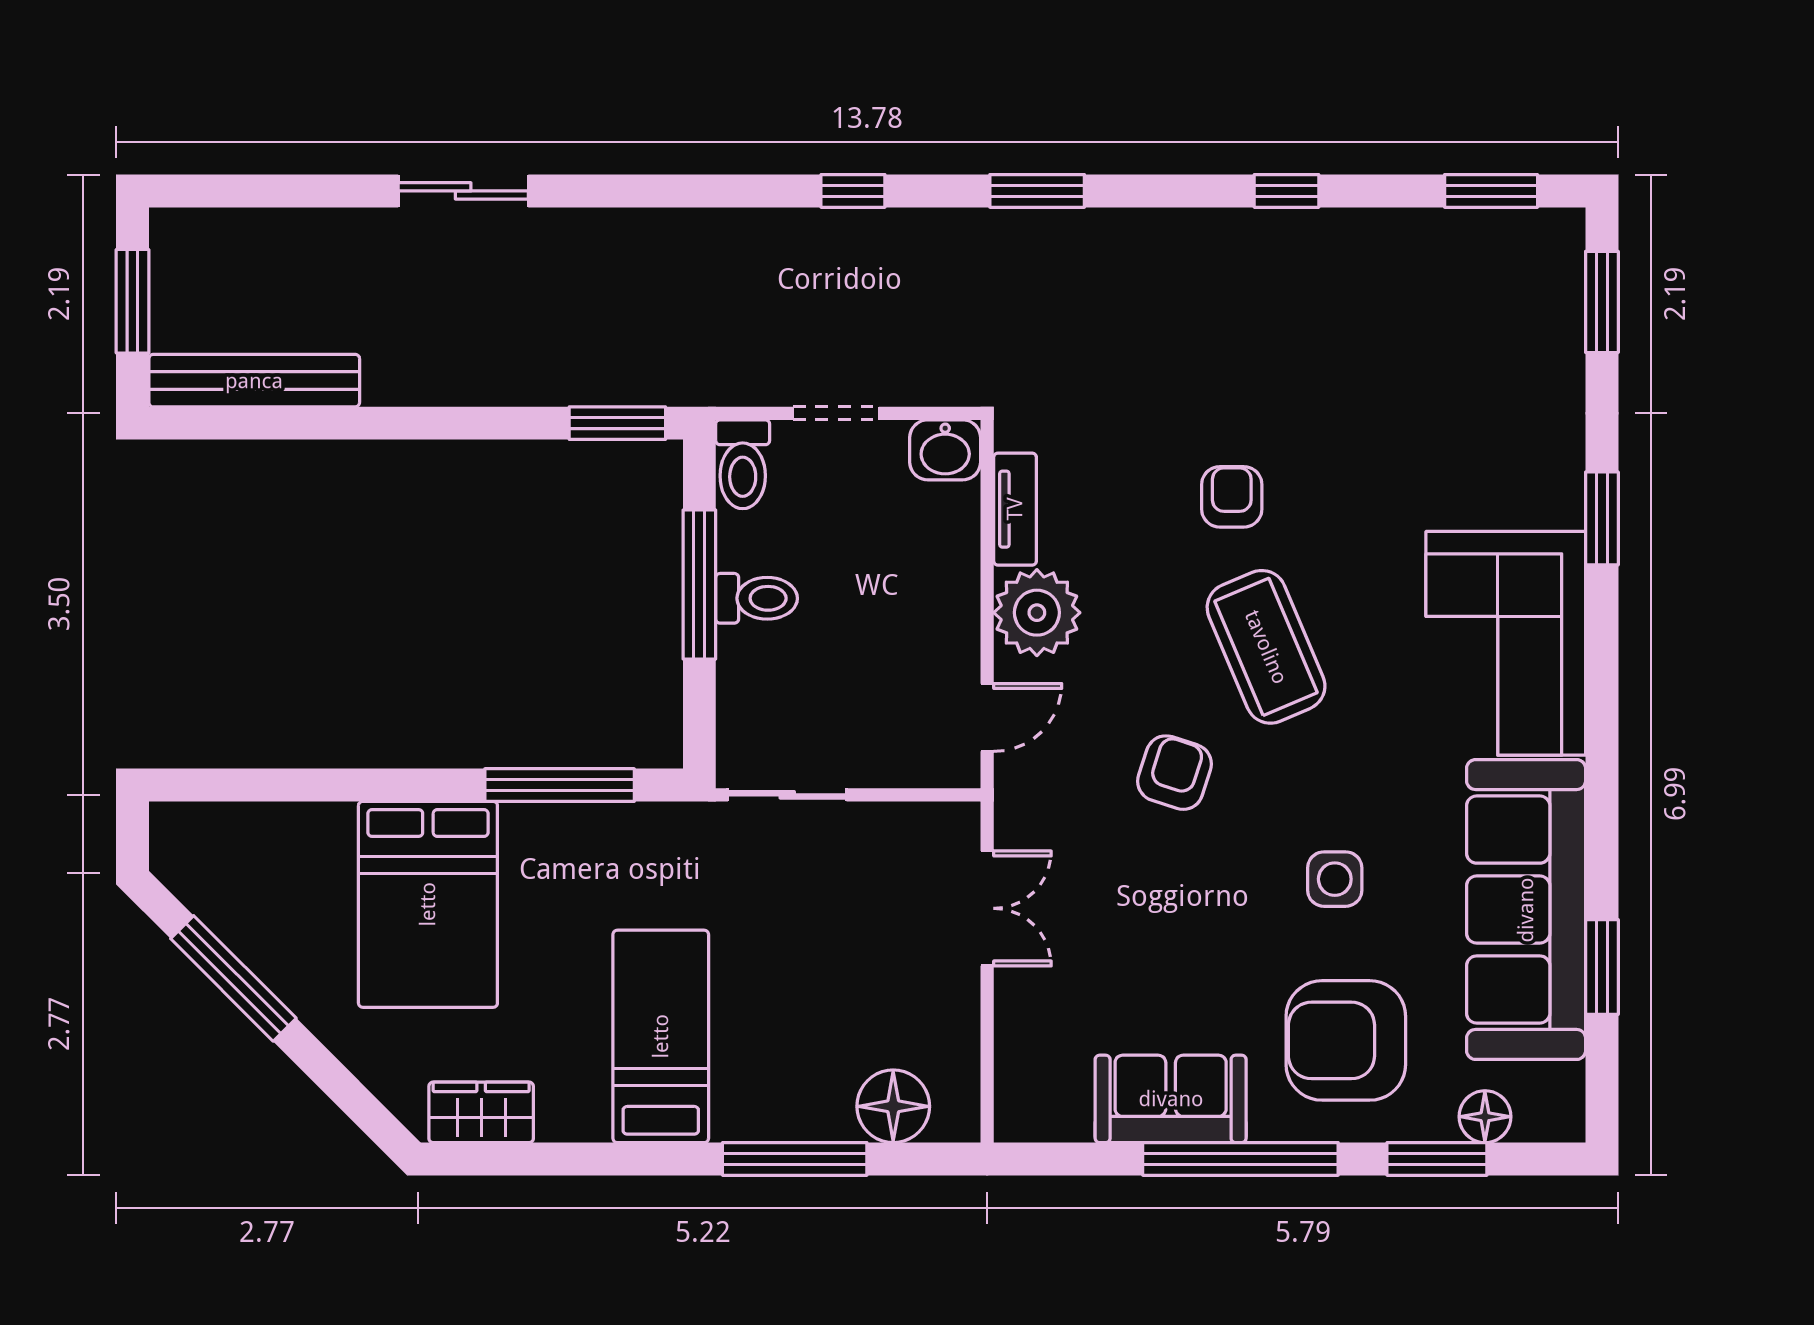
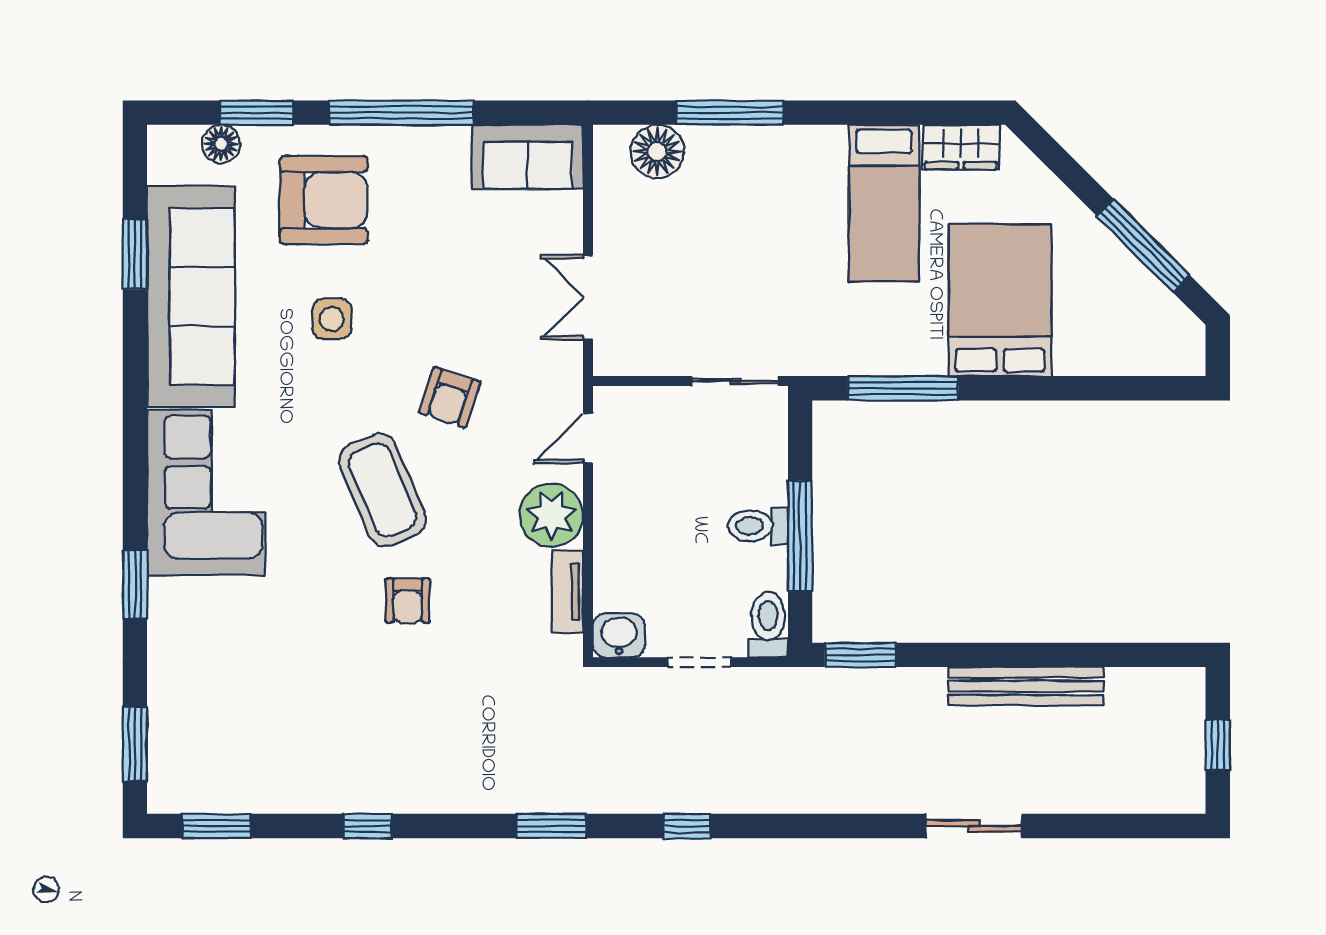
window: (132, 301) -> (1218, 745), width x0.67
bench: (254, 381) -> (1026, 686), moved
bed: (661, 1036) -> (884, 203), moved
sofa: (1171, 1099) -> (528, 157), moved

